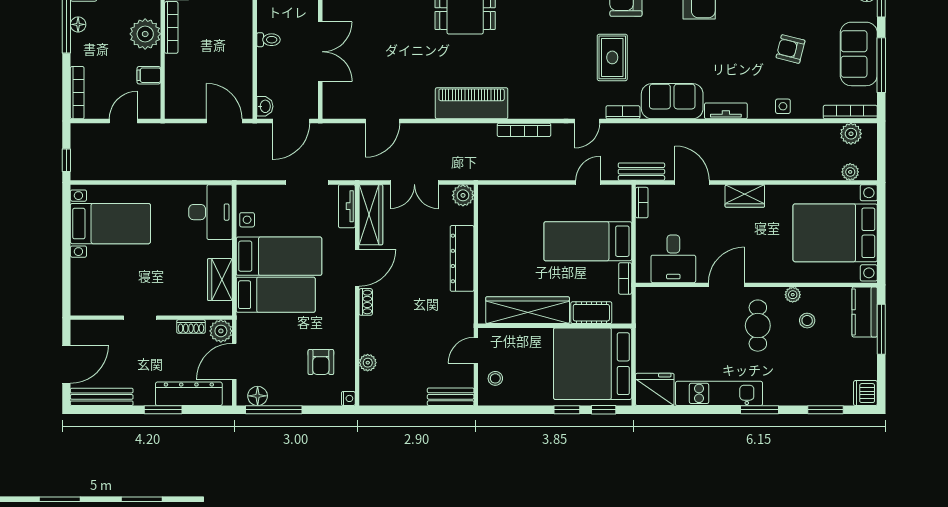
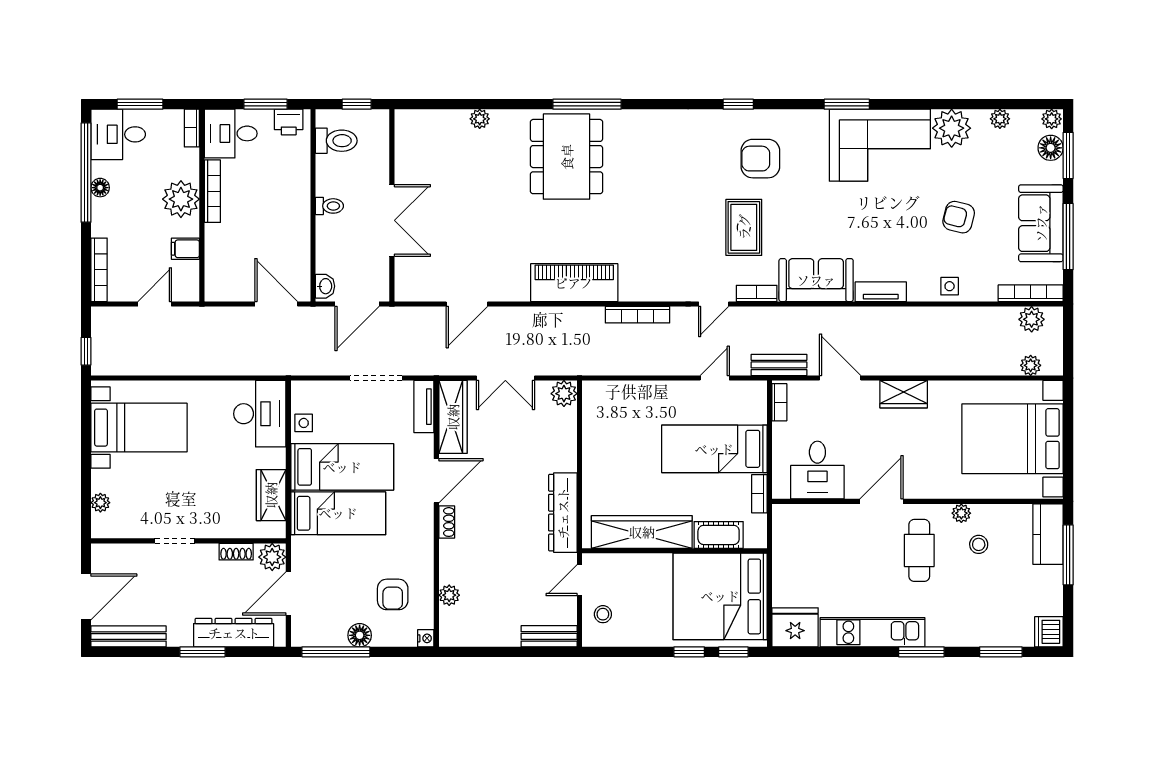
dresser: (462, 258) -> (563, 513), moved
plant: (78, 286) -> (100, 503), added
floor lamp: (258, 396) -> (360, 635), moved

